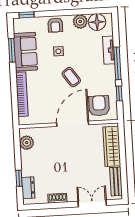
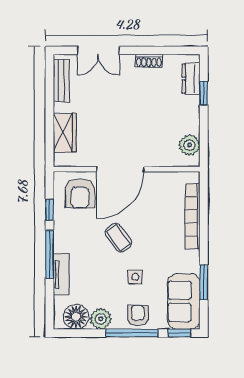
window: (59, 13) -> (132, 333), added
sofa: (25, 52) -> (184, 301), moved
wardrobe: (112, 146) -> (65, 133), width x0.67

